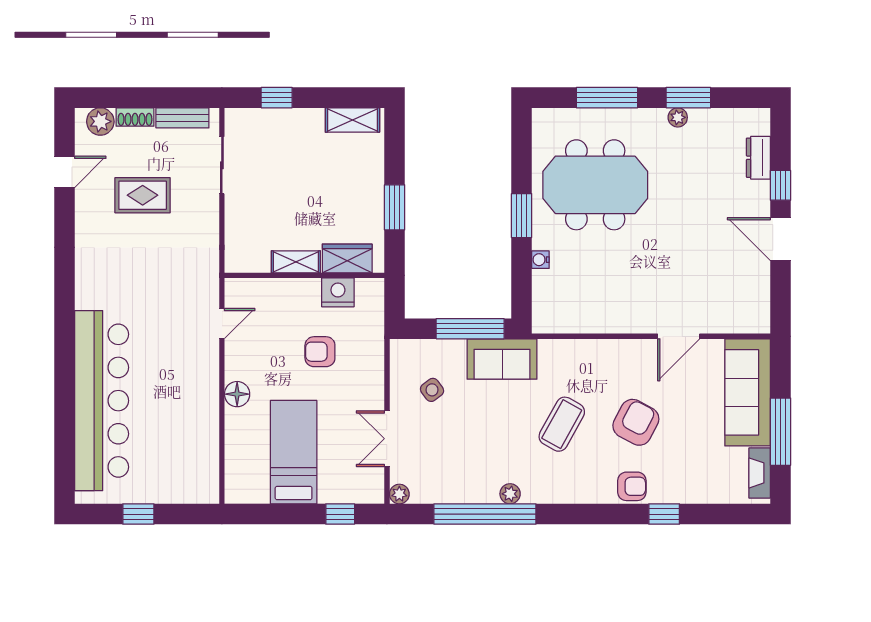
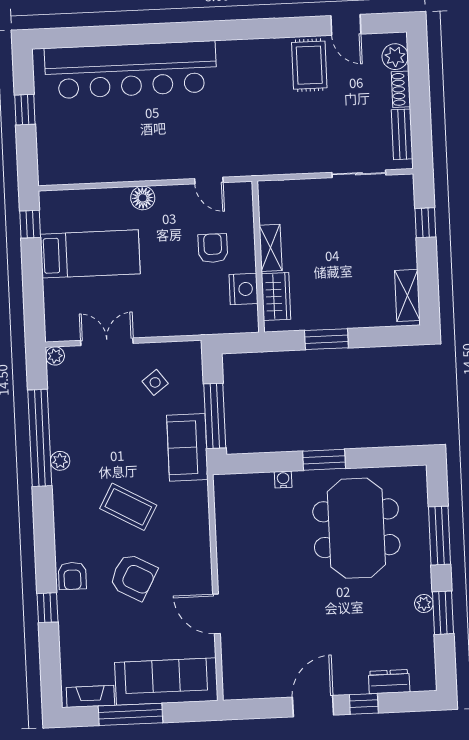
rug: (143, 195) -> (309, 65), moved
armchair: (320, 352) -> (213, 248), moved
window: (340, 514) -> (30, 224), moved

